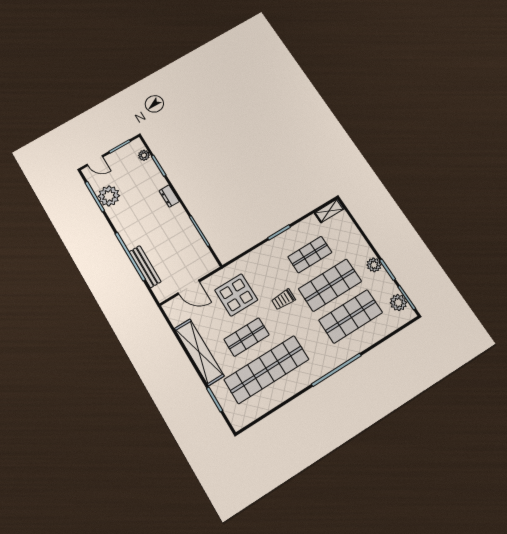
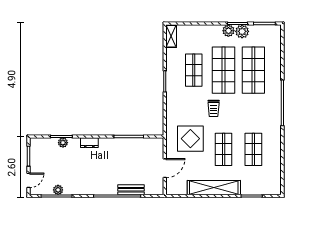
plant: (144, 155) -> (63, 143), moved
plant: (109, 196) -> (58, 190), width x0.53, depth x0.53
bench: (145, 267) -> (131, 190), width x0.73
plant: (398, 303) -> (242, 31), moved
shop shelf: (266, 369) -> (253, 149), width x0.50, depth x0.74

